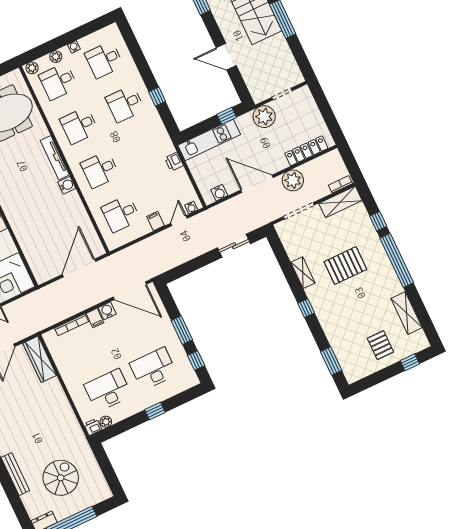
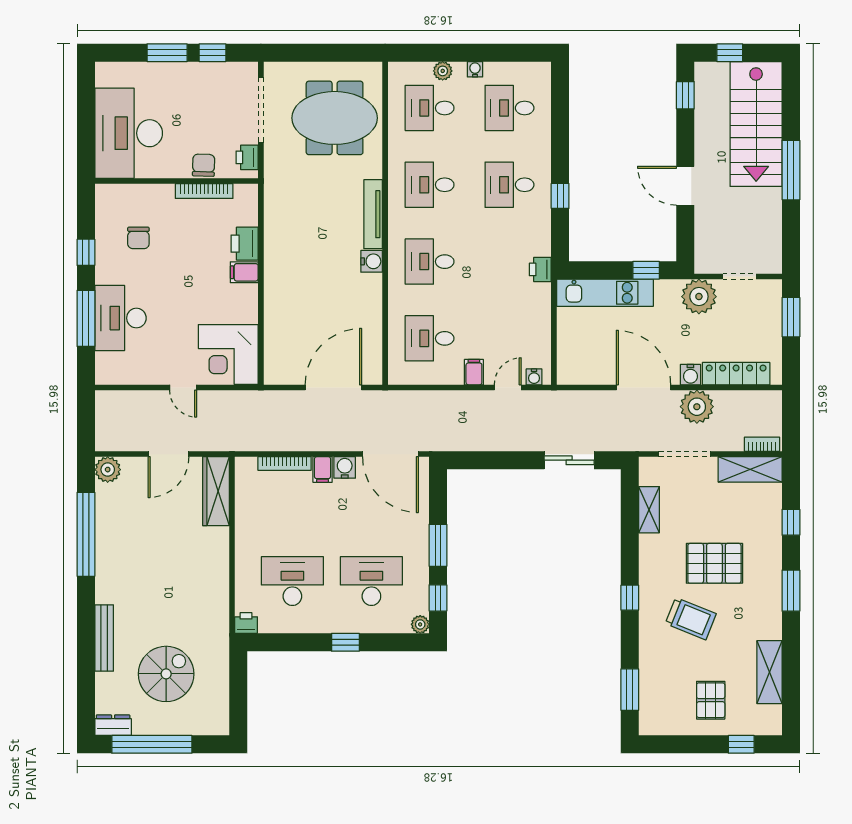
plant: (32, 68) -> (401, 71), removed
window: (323, 103) -> (791, 317), added
printer: (174, 162) -> (540, 269), moved
water cooler: (219, 193) -> (690, 375), moved
window: (397, 260) -> (791, 591), width x0.47
shelving: (303, 273) -> (649, 510), moved
trolley: (347, 304) -> (691, 619), added
plant: (106, 422) -> (420, 624), moved

